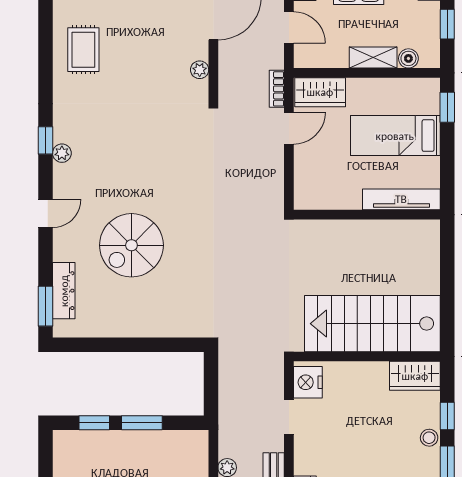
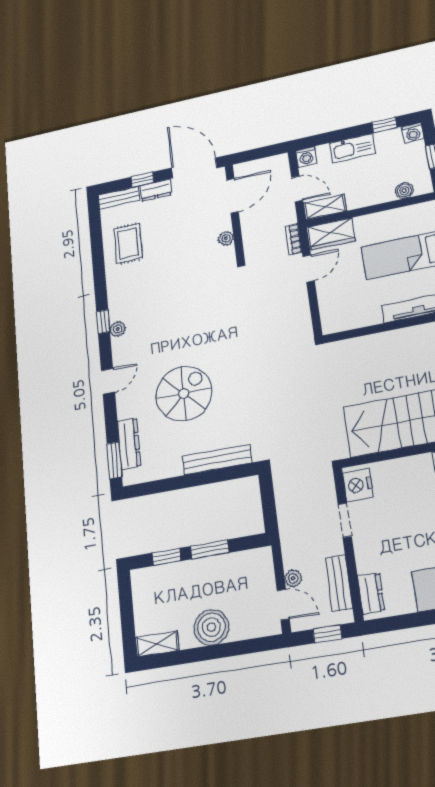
shelving: (373, 58) -> (325, 207), moved
spiral stairs: (131, 245) -> (184, 394), turned 180
bench: (161, 327) -> (217, 460), added

